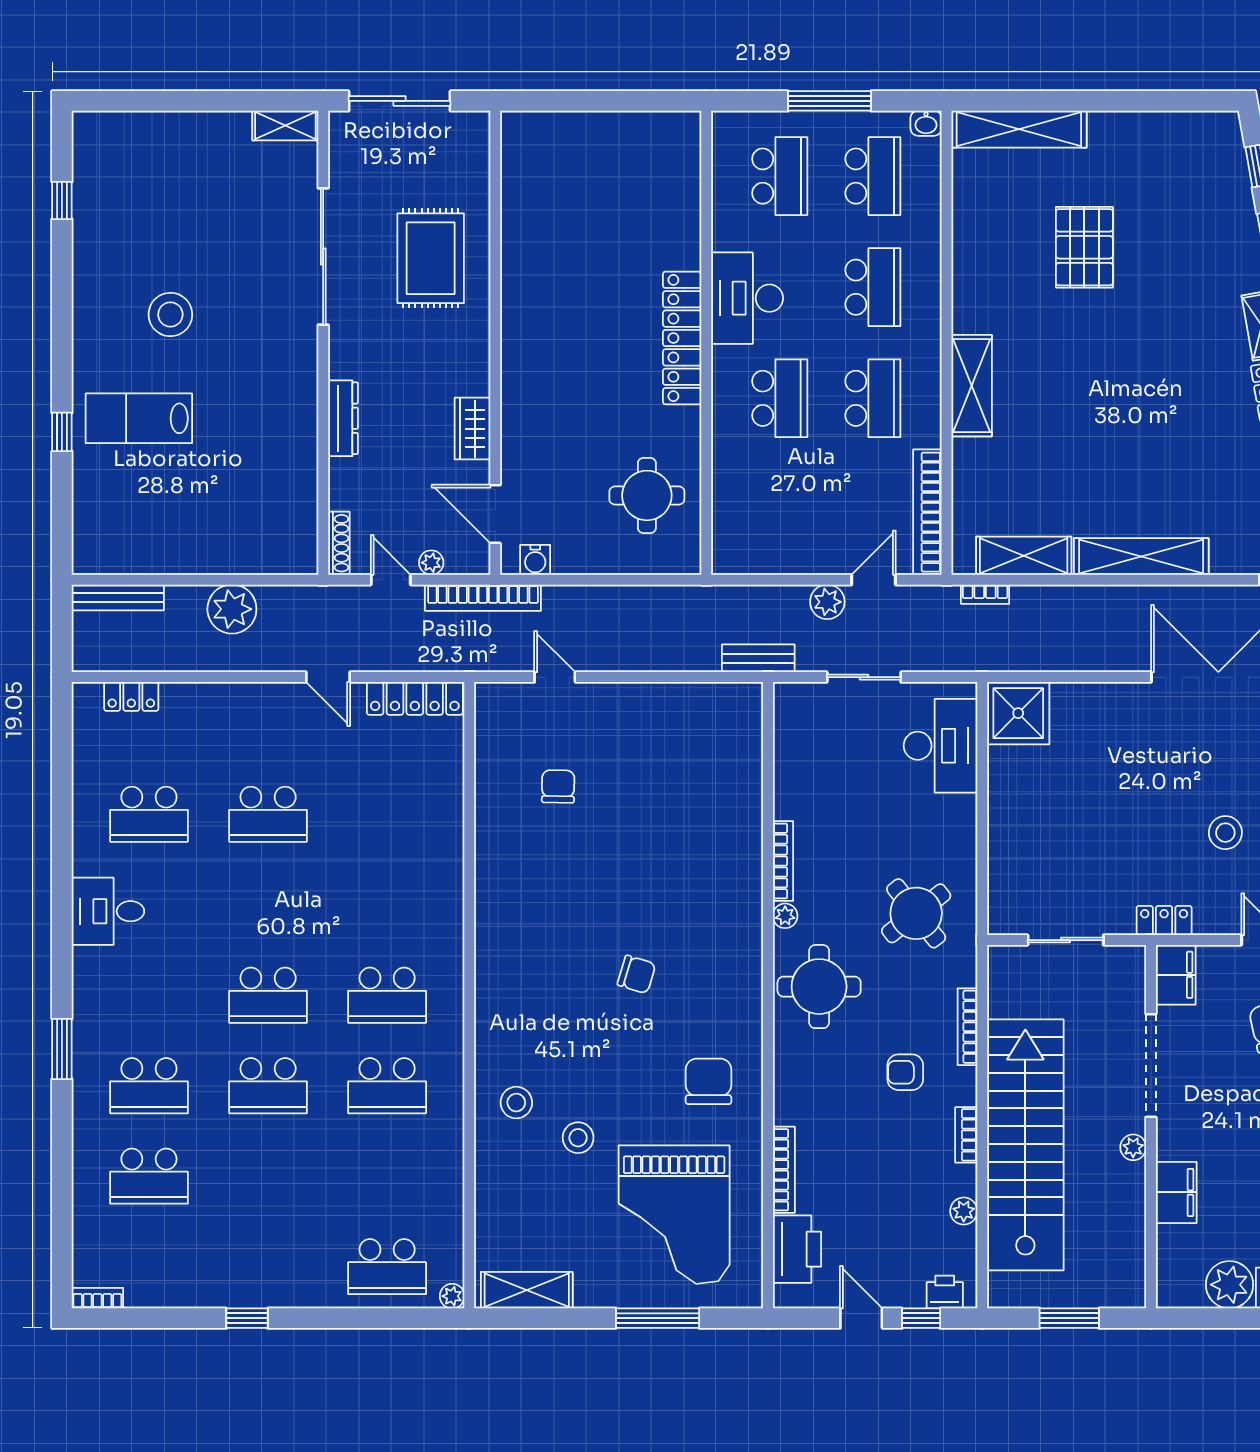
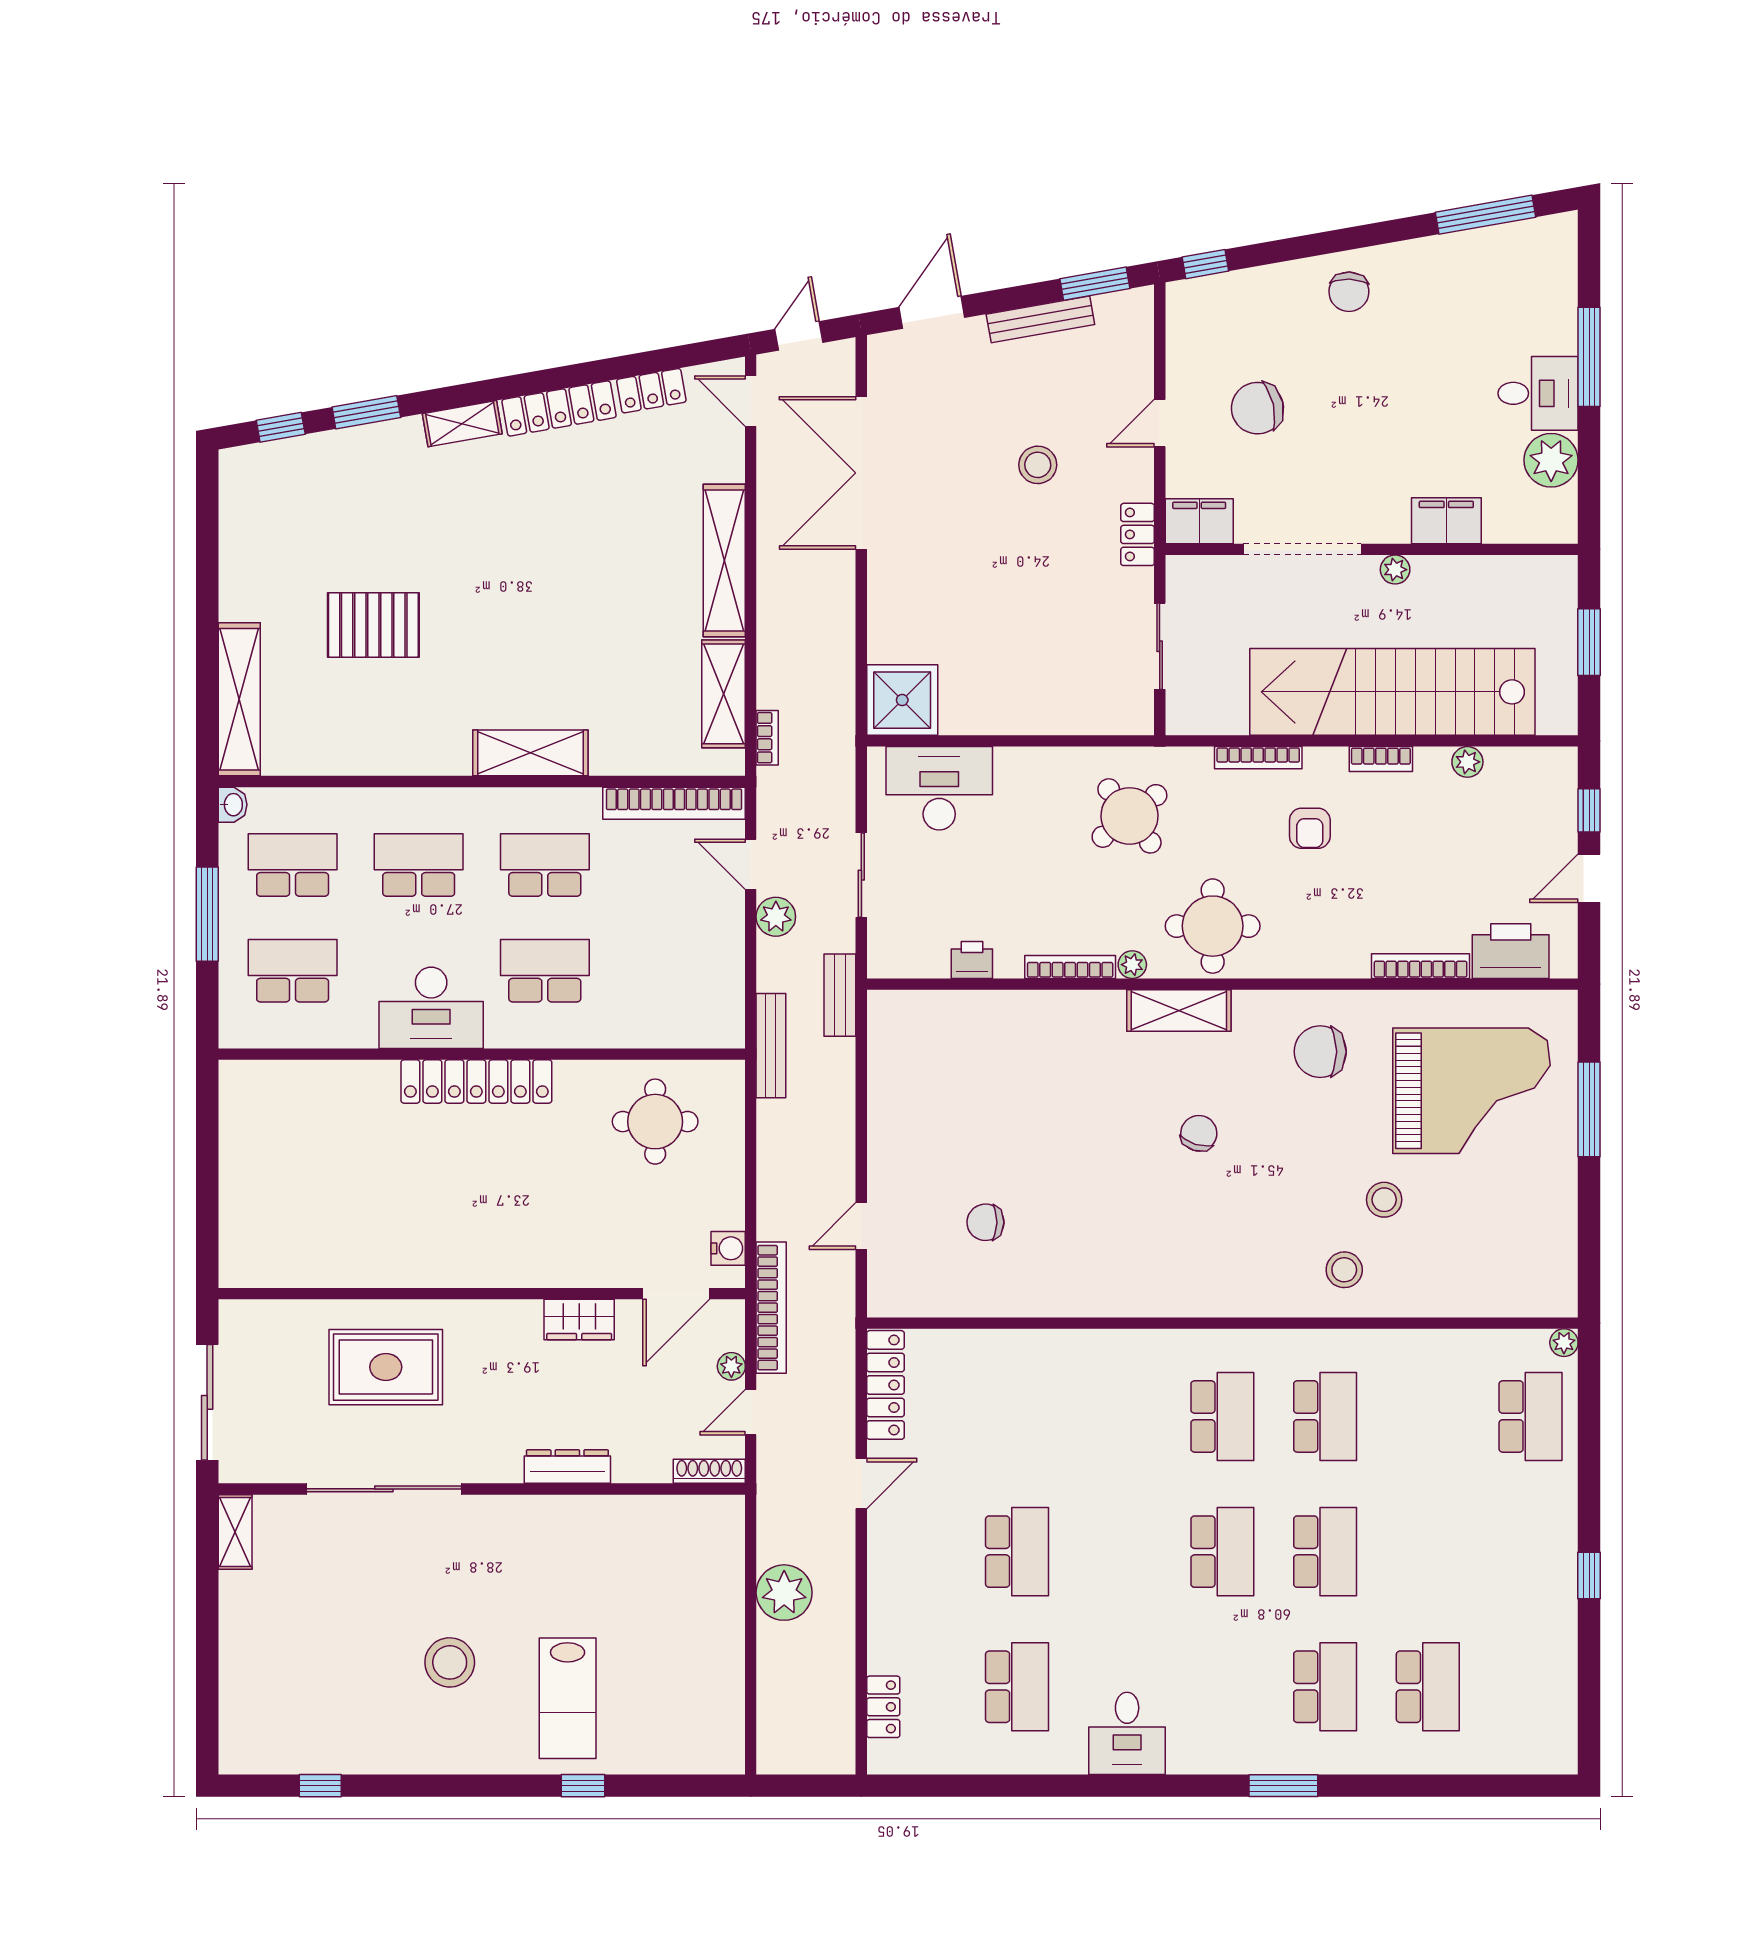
bench: (118, 597) -> (771, 1046), moved
shelving: (527, 1290) -> (1179, 1010), moved, turned 90
printer: (945, 1292) -> (972, 960), moved, turned 90
bookcase: (97, 1298) -> (1566, 1745), removed

